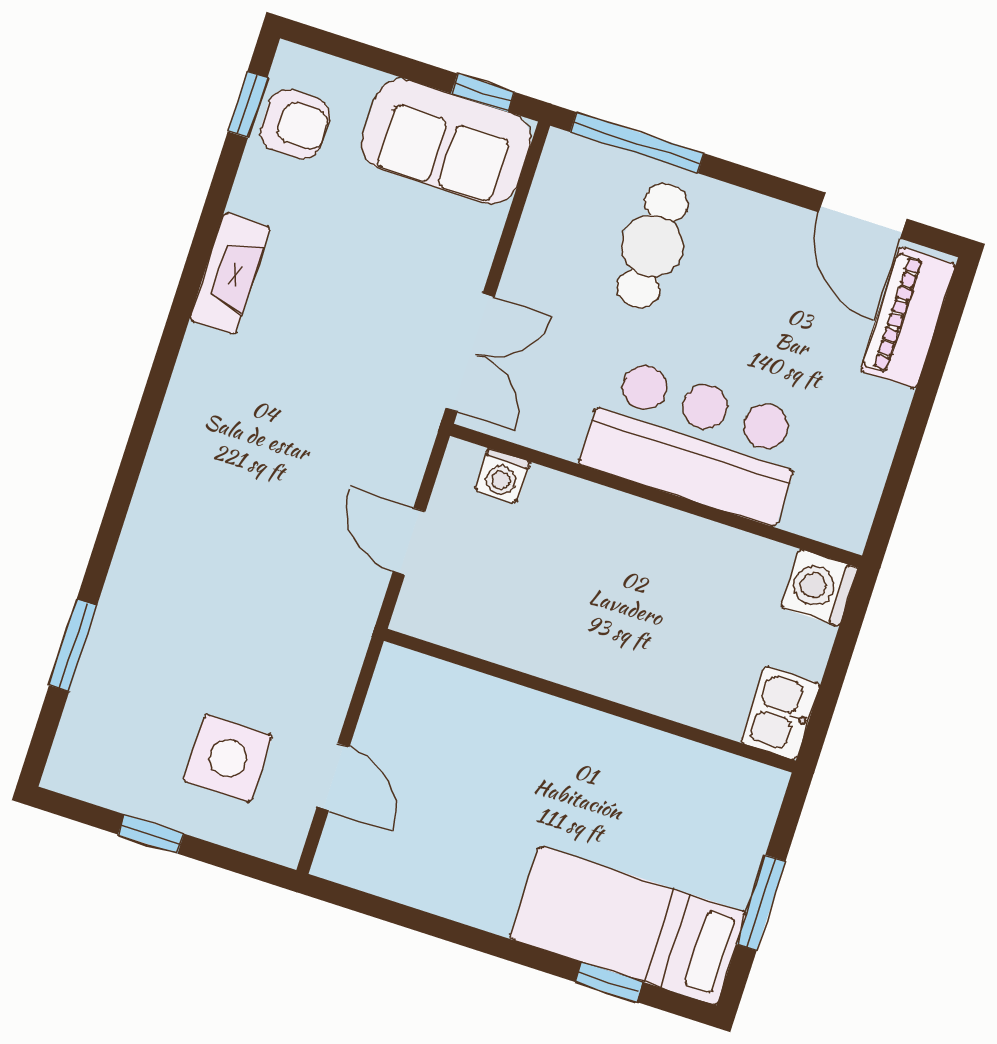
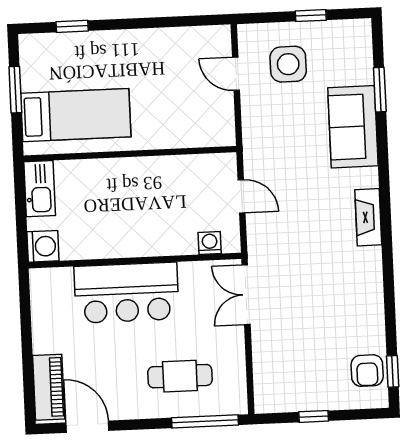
window: (483, 93) -> (314, 416), moved
armchair: (295, 124) -> (367, 371), turned -90
sofa: (446, 141) -> (353, 127), moved, turned -90
cafe table: (652, 246) -> (180, 376), turned 90
fireplace: (230, 273) -> (368, 217), moved
kitchen sink: (780, 713) -> (40, 189), width x1.38
bed: (628, 926) -> (76, 115), moved

